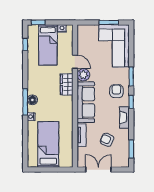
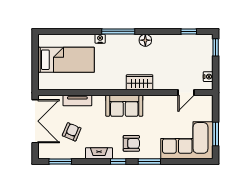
bed: (48, 45) -> (188, 59), removed
door: (75, 62) -> (186, 93), moved
plant: (83, 75) -> (151, 103), removed
floor lamp: (32, 100) -> (145, 40), moved
sofa: (86, 102) -> (124, 106), width x0.73
double door: (98, 170) -> (35, 121), width x1.37

